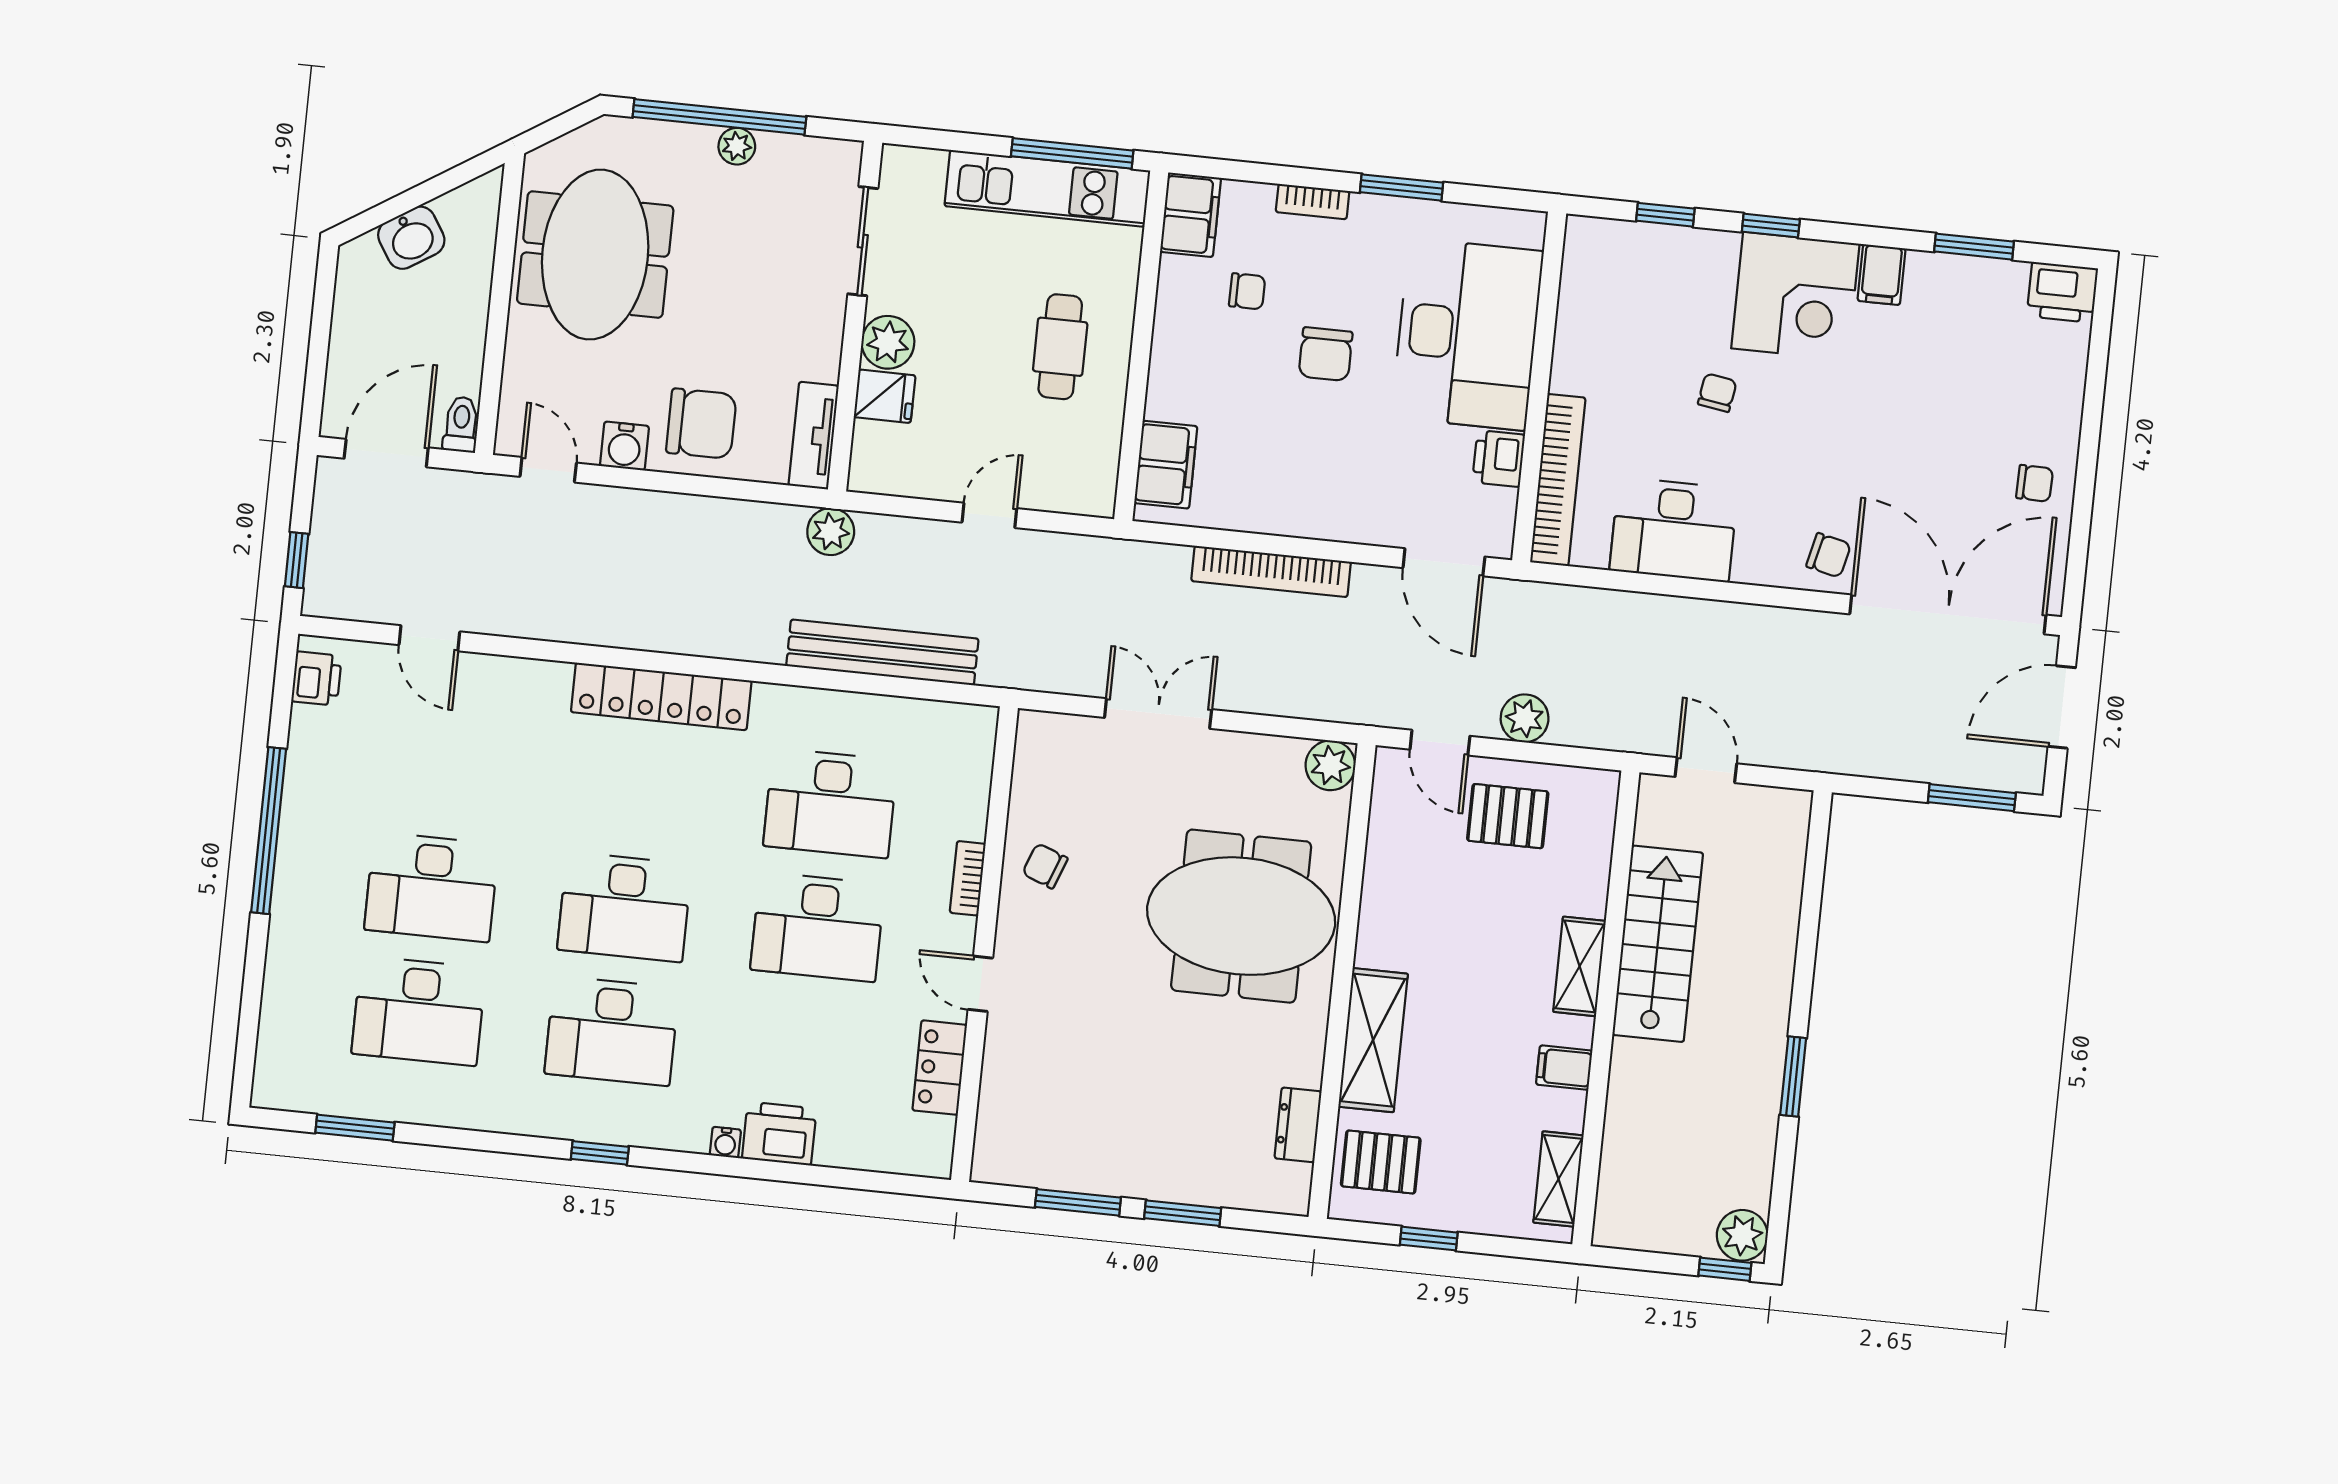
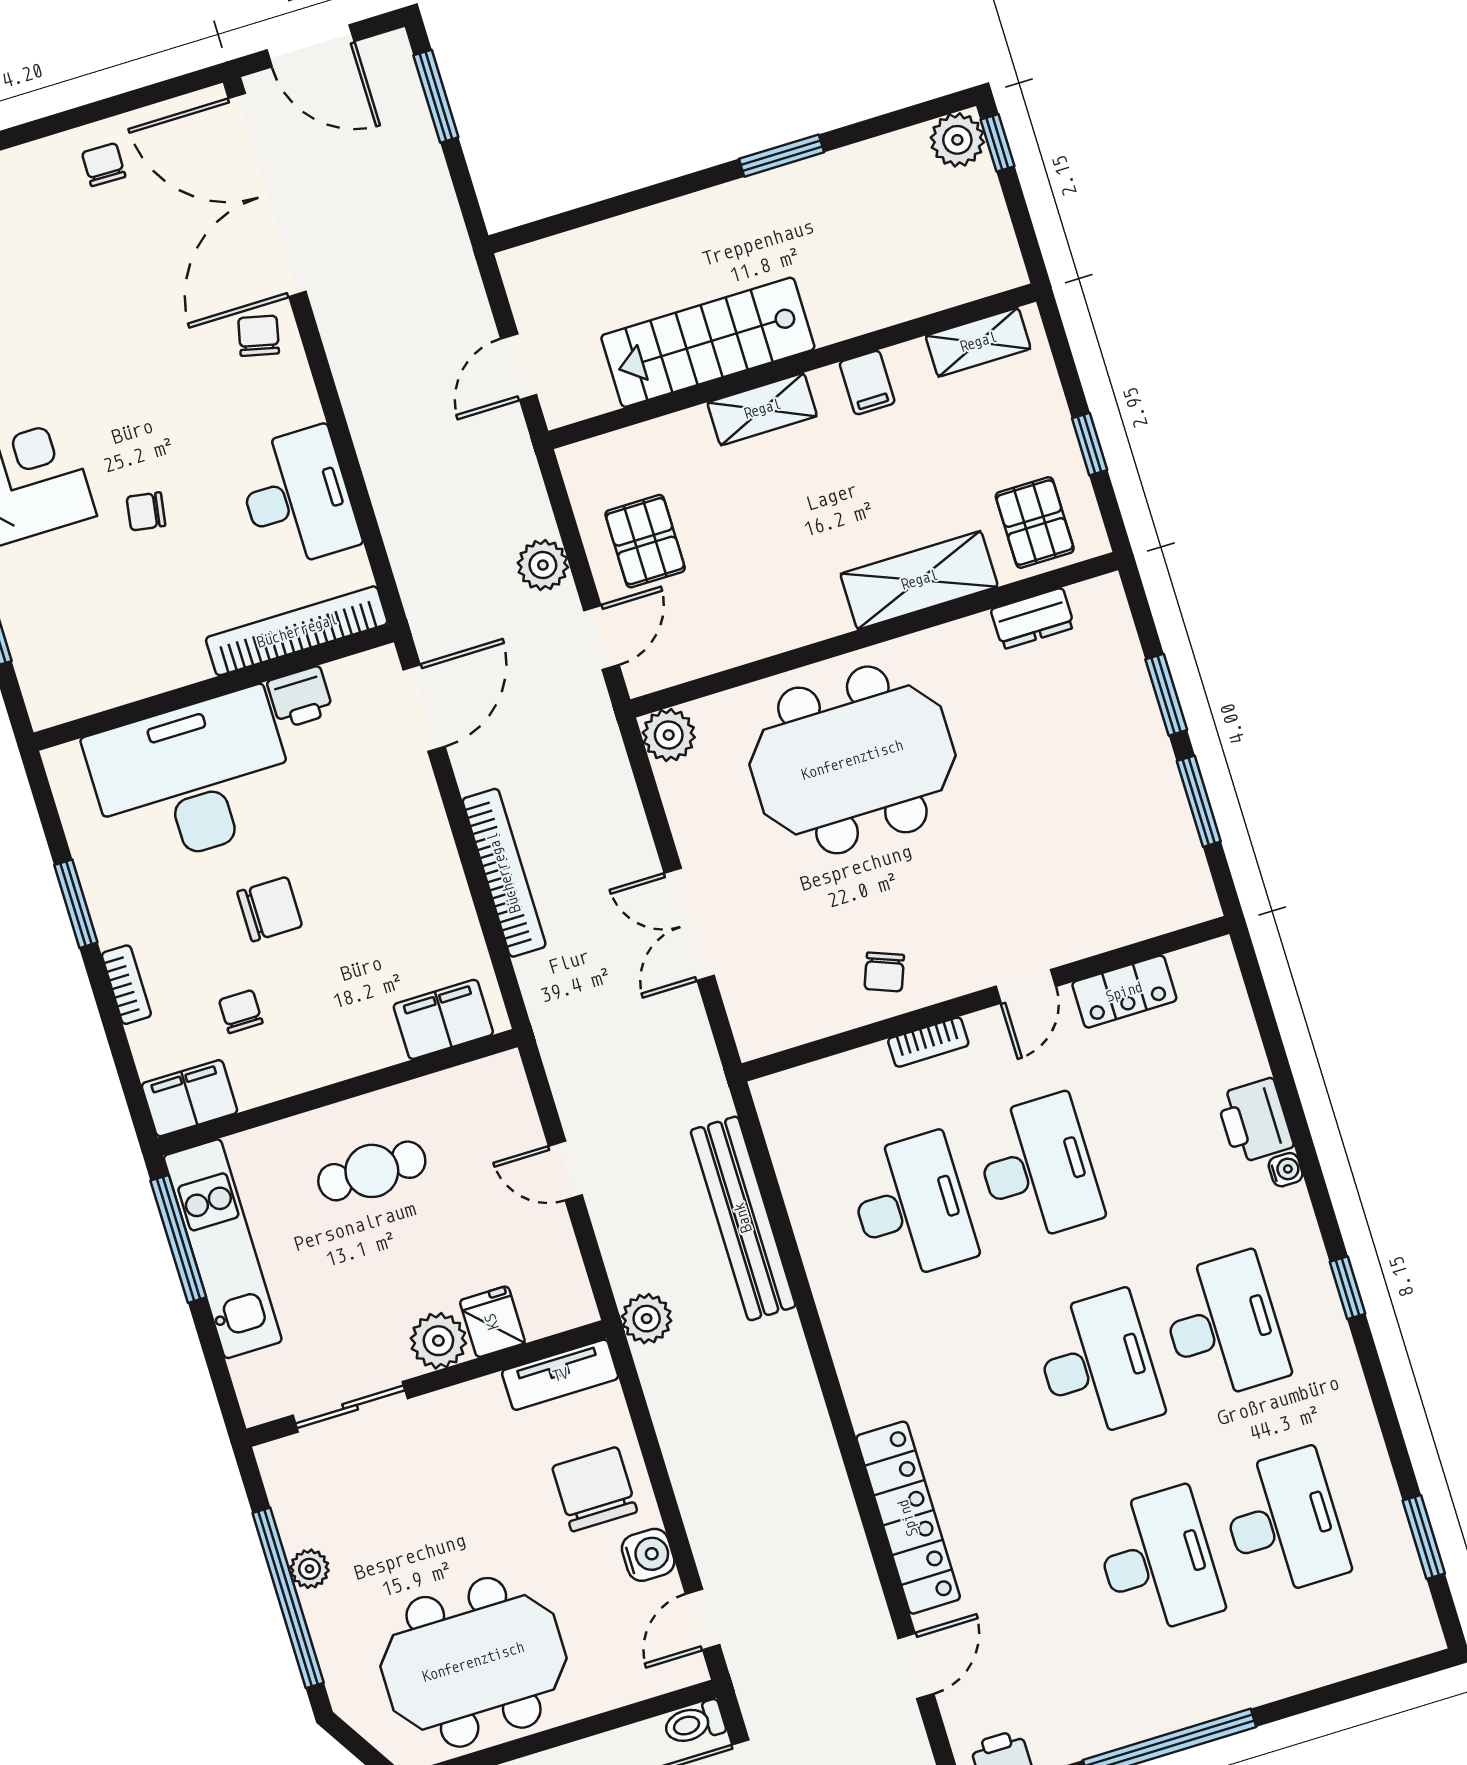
locker: (661, 696) -> (908, 1518), moved
meeting table: (1241, 916) -> (852, 760), turned 90

